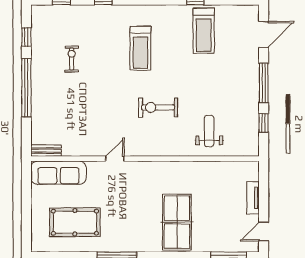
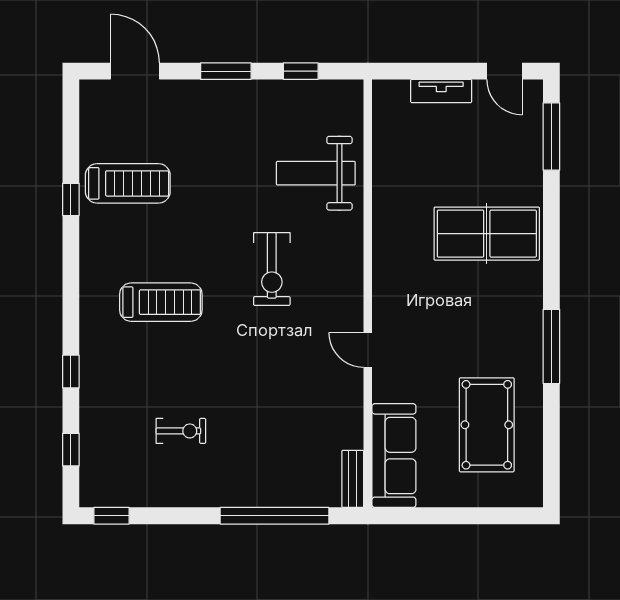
window: (26, 37) -> (111, 516), moved
exercise bike: (72, 59) -> (181, 431), turned 180
window: (264, 83) -> (226, 71), width x0.69
window: (26, 88) -> (275, 516), moved
weight bench: (209, 131) -> (316, 173), width x1.36, depth x1.33

